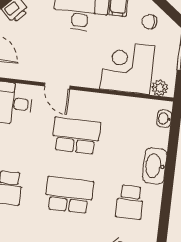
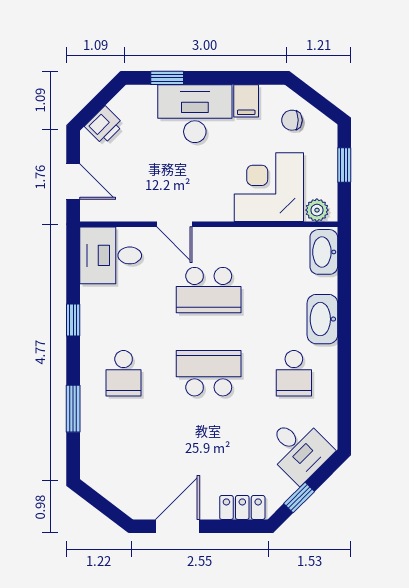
washbasin: (164, 119) -> (324, 252), width x1.91, depth x1.45
school desk: (76, 136) -> (209, 290), turned 180

